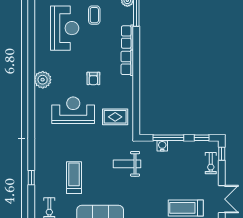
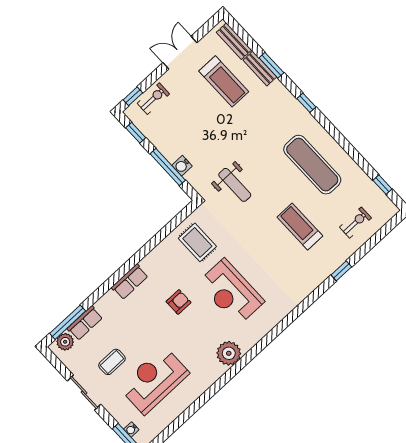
row of seats: (127, 37) -> (85, 323), moved
treadmill: (74, 178) -> (300, 226), turned 90

